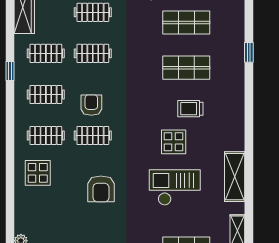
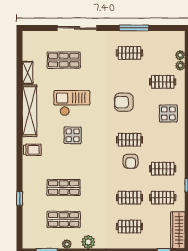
trolley: (190, 109) -> (32, 150), moved
clothes rail: (46, 136) -> (163, 82), moved
shelving: (235, 177) -> (30, 111), width x1.47
checkout: (175, 188) -> (72, 103), turned 180
armchair: (101, 189) -> (124, 102), turned -90

